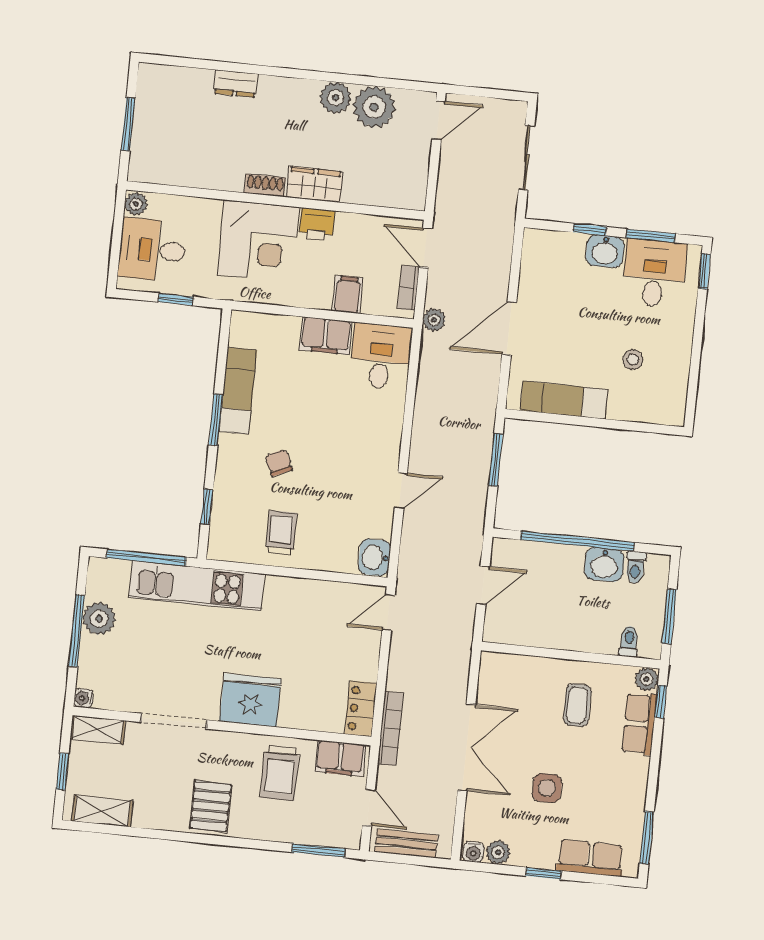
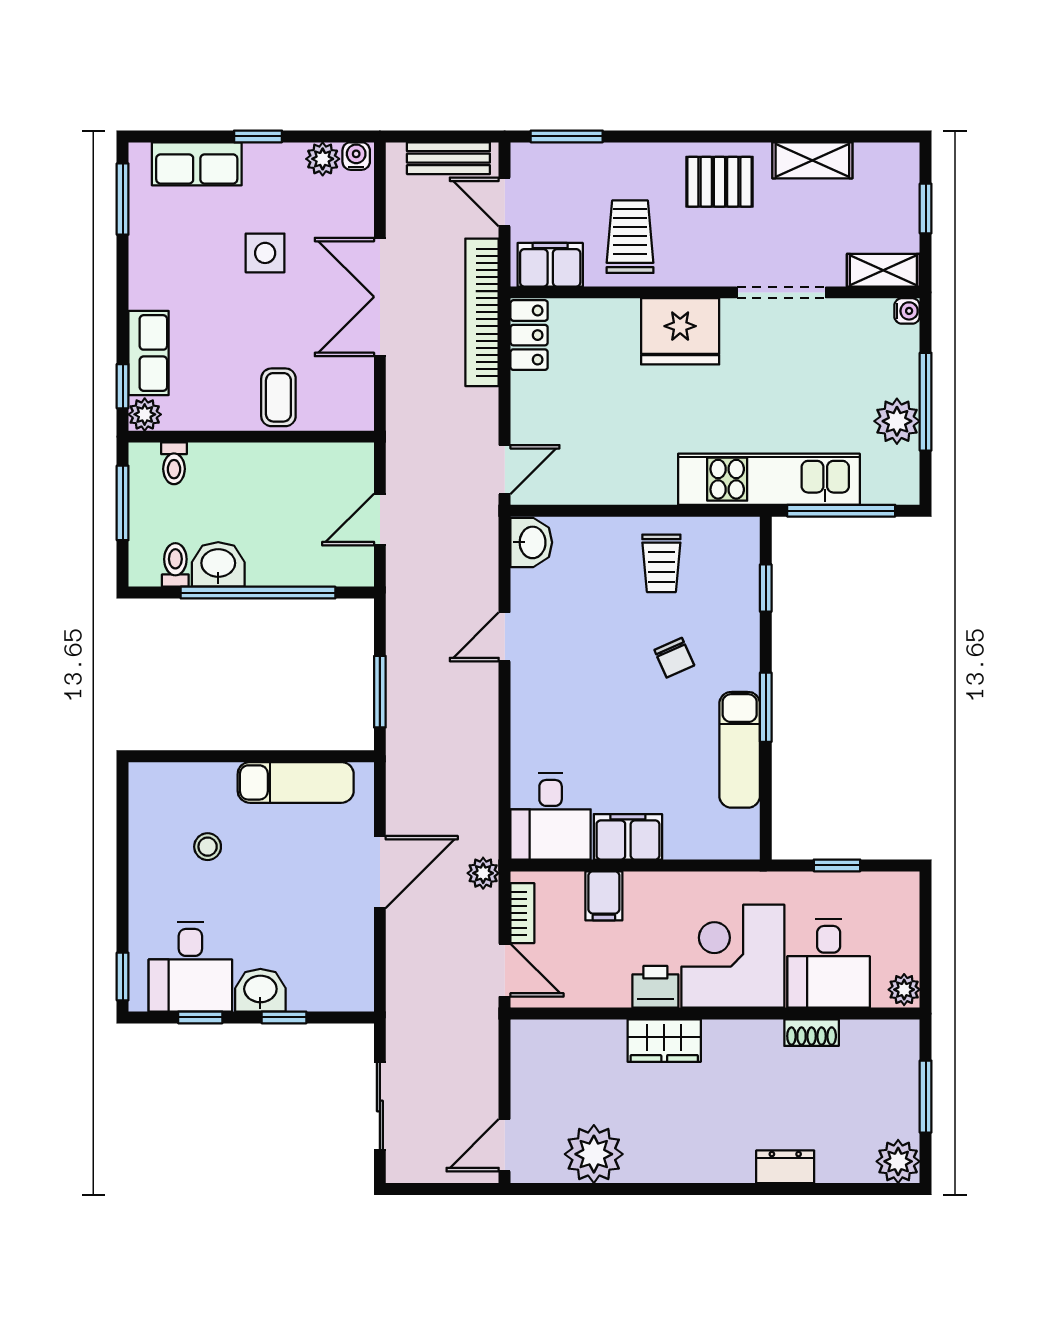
plant: (335, 98) -> (898, 1161), moved
shoe rack: (265, 185) -> (812, 1033), moved
window: (651, 236) -> (200, 1017), width x0.67
desk: (152, 250) -> (829, 963), moved, turned 90
coffee table: (577, 705) -> (278, 397), moved
bookcase: (390, 728) -> (482, 312), width x1.48, depth x1.31
pallet: (211, 806) -> (719, 182), turned 90
shelving: (102, 811) -> (812, 160), moved

